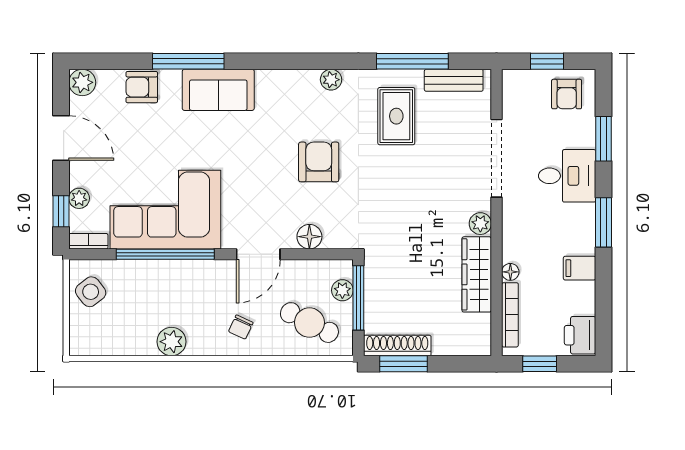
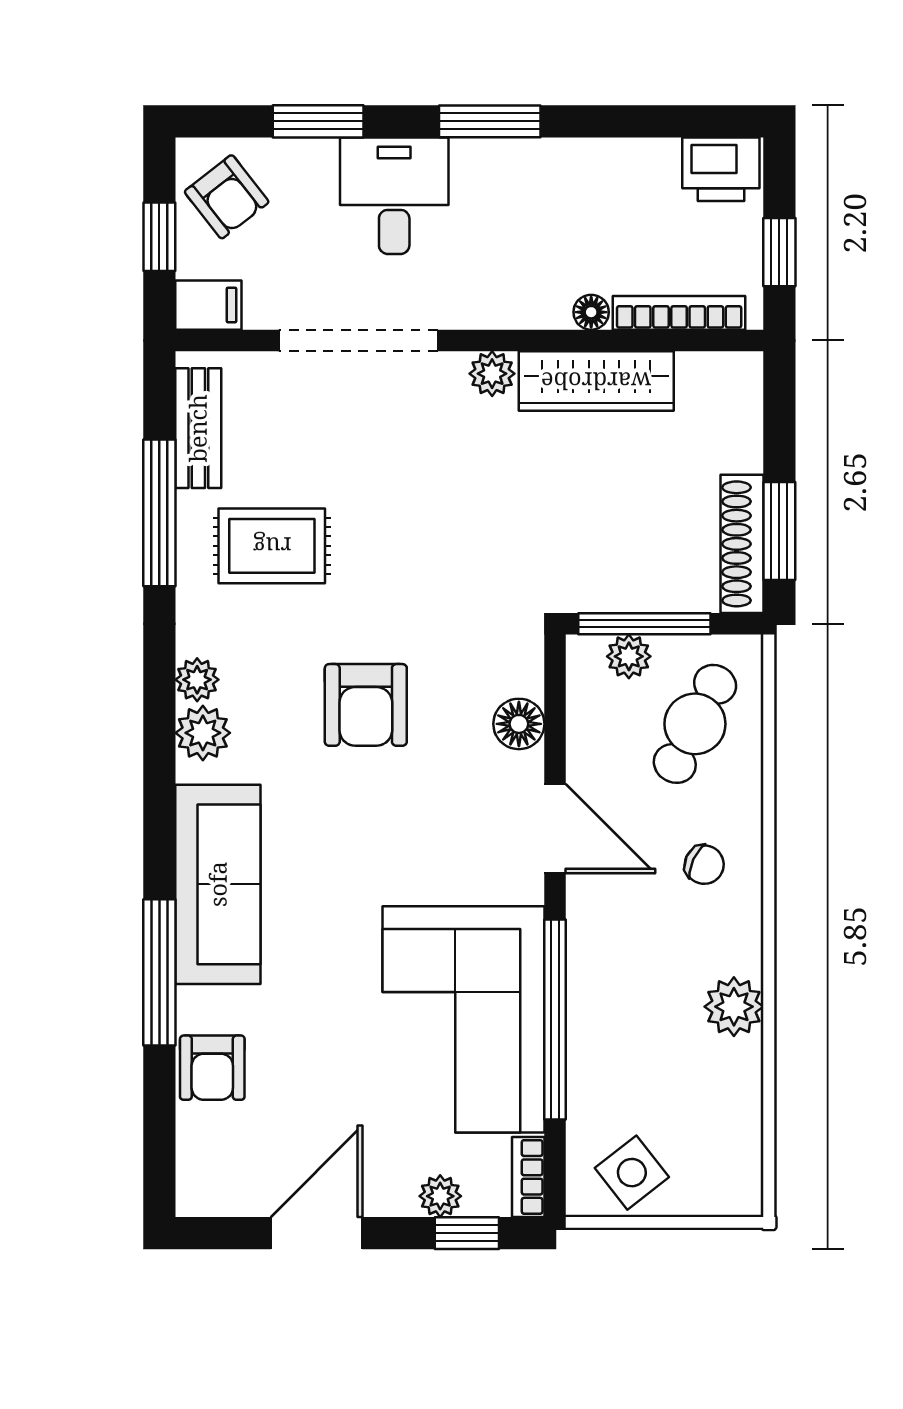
plant: (82, 82) -> (203, 733), moved
sofa: (218, 90) -> (218, 884), width x1.36
armchair: (567, 94) -> (227, 197), turned 52
armchair: (319, 162) -> (366, 705), turned -90
filing cabinet: (580, 268) -> (208, 305), moved, turned -90

